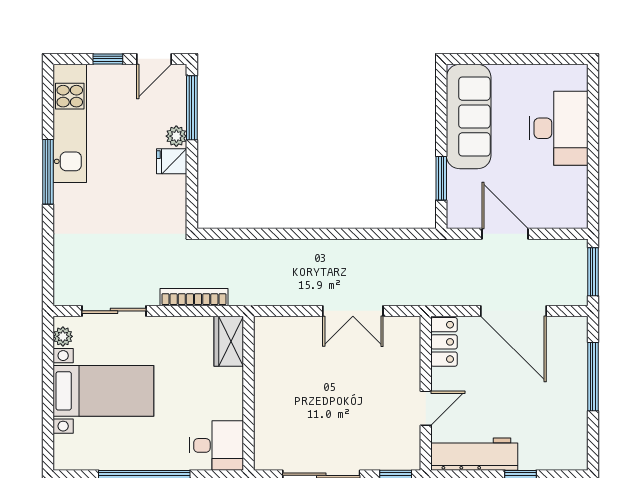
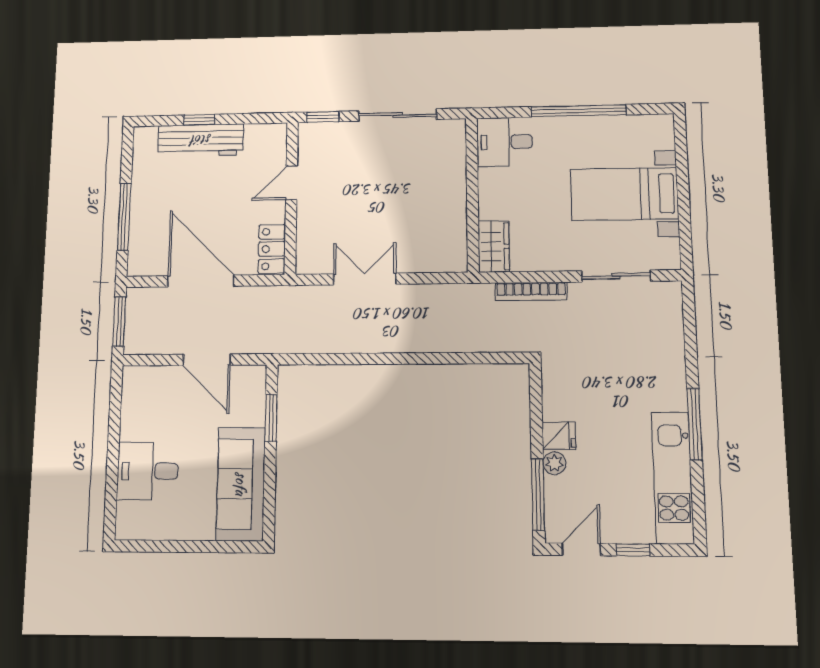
desk: (559, 128) -> (148, 471), width x0.73
plant: (63, 336) -> (670, 249), removed
workbench: (474, 454) -> (201, 140), moved

